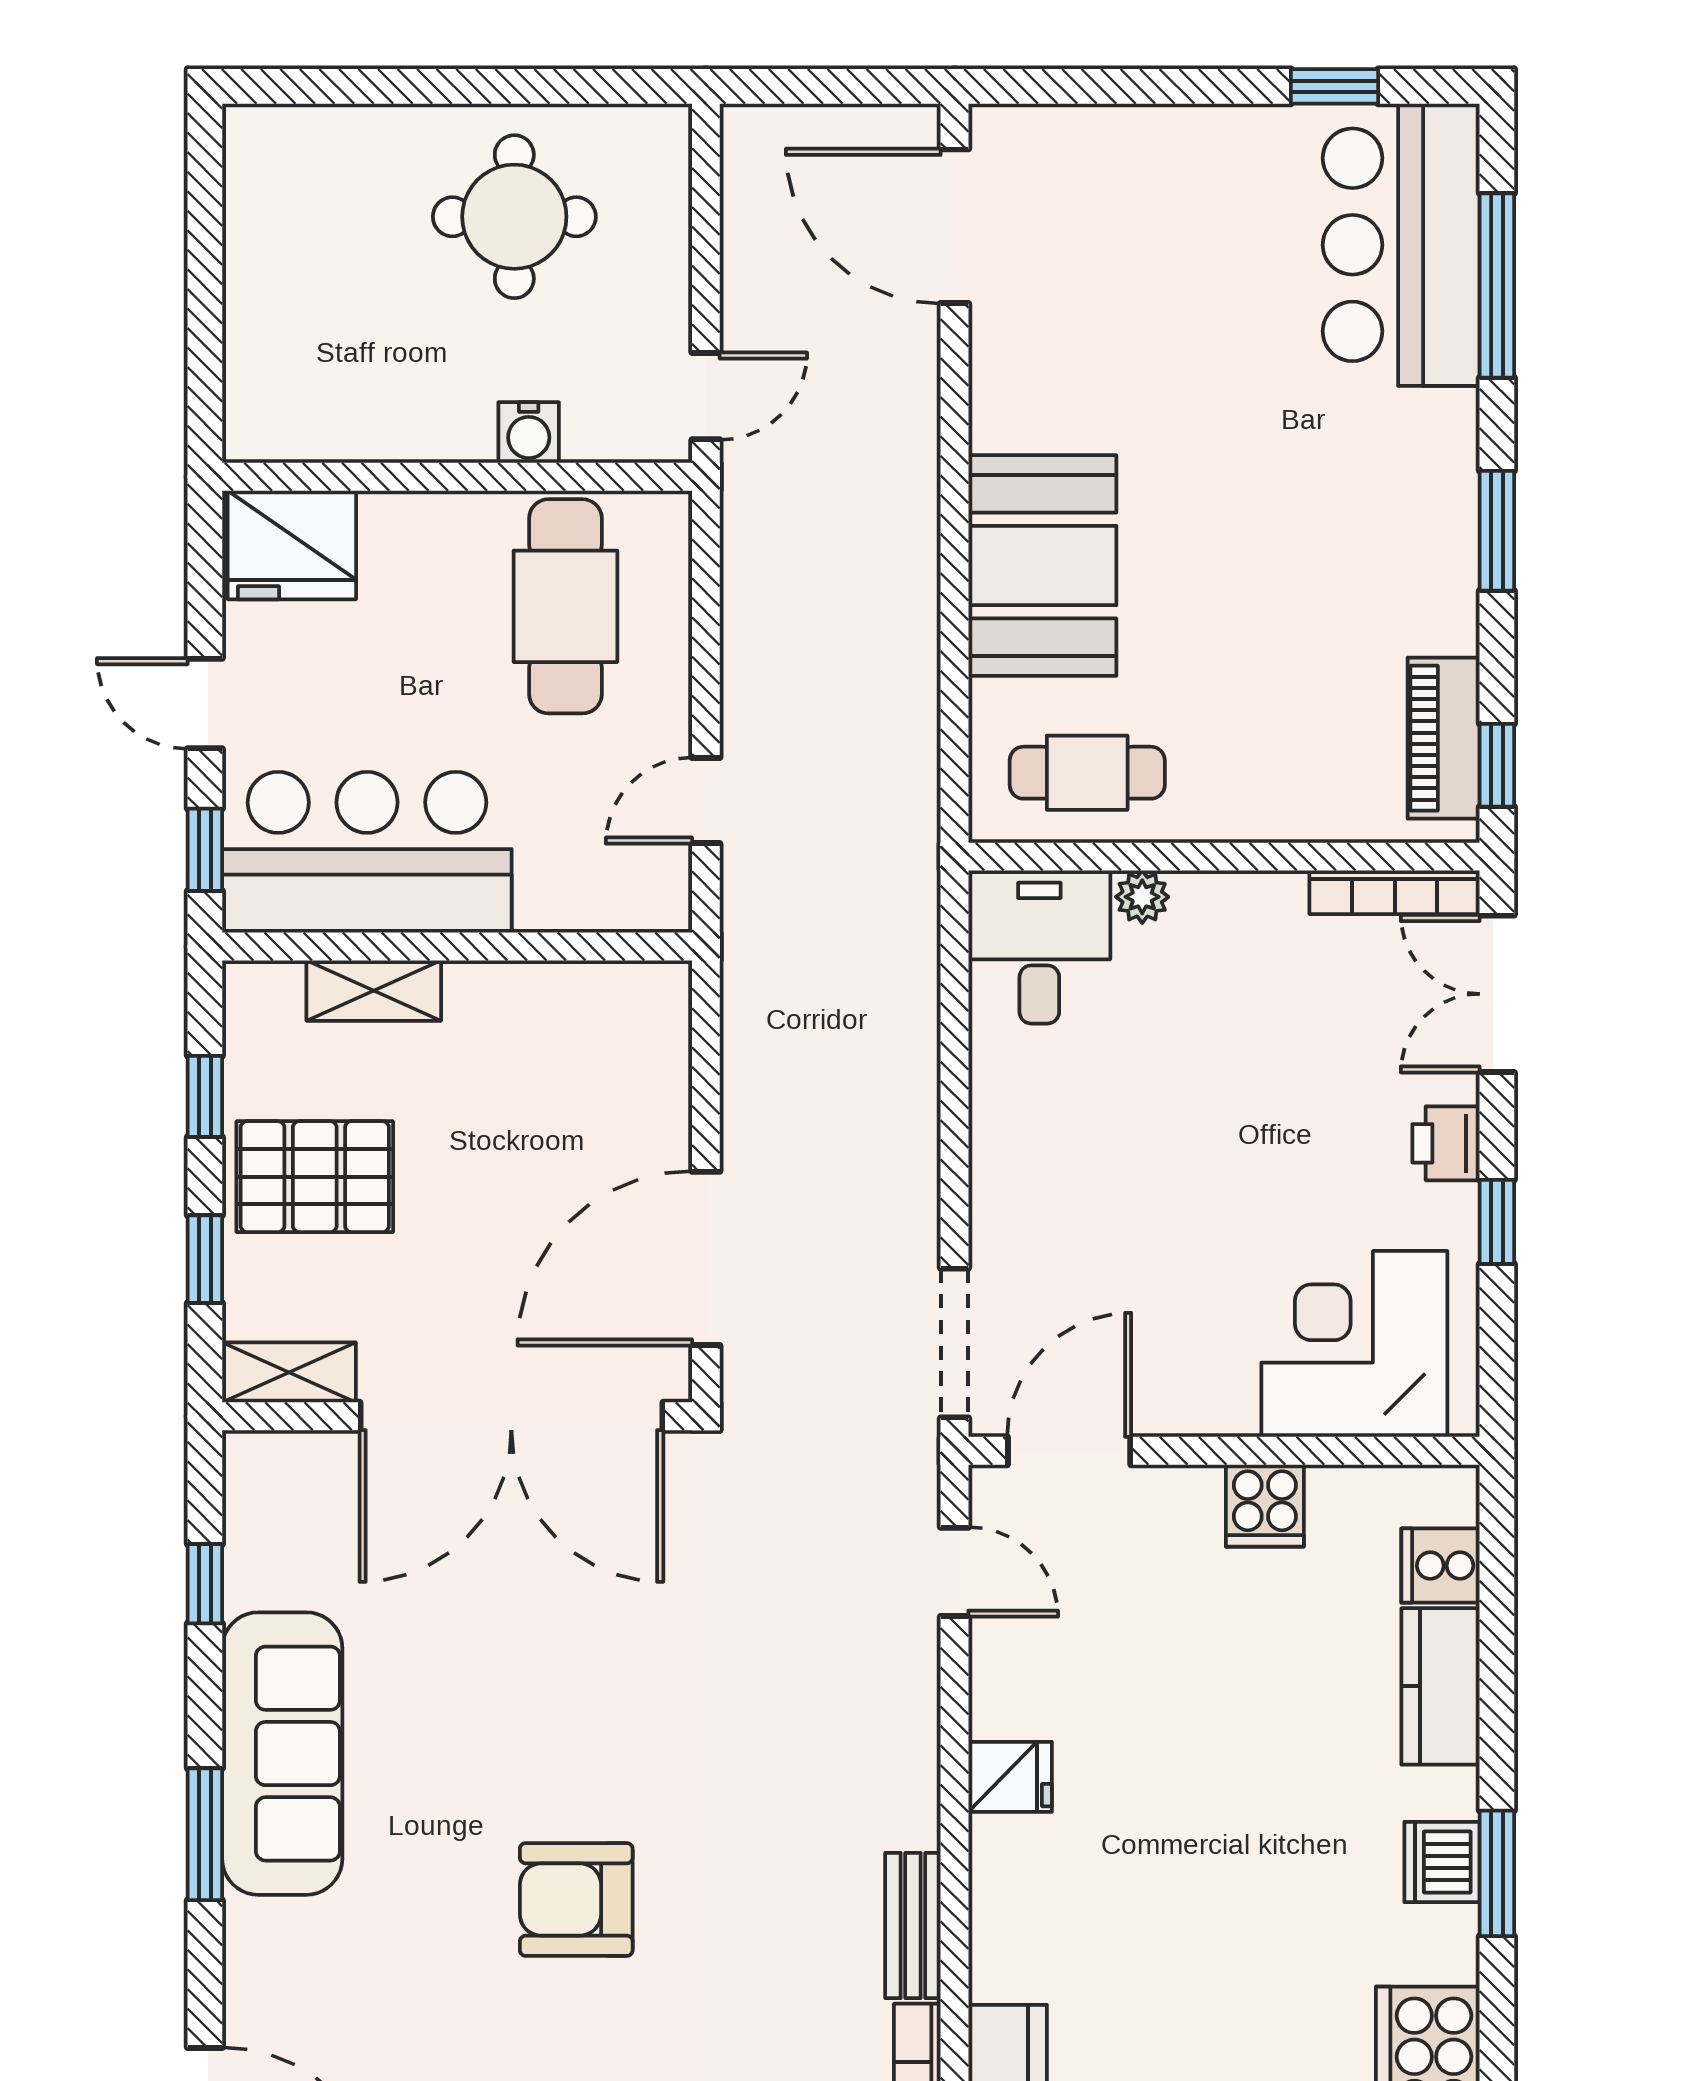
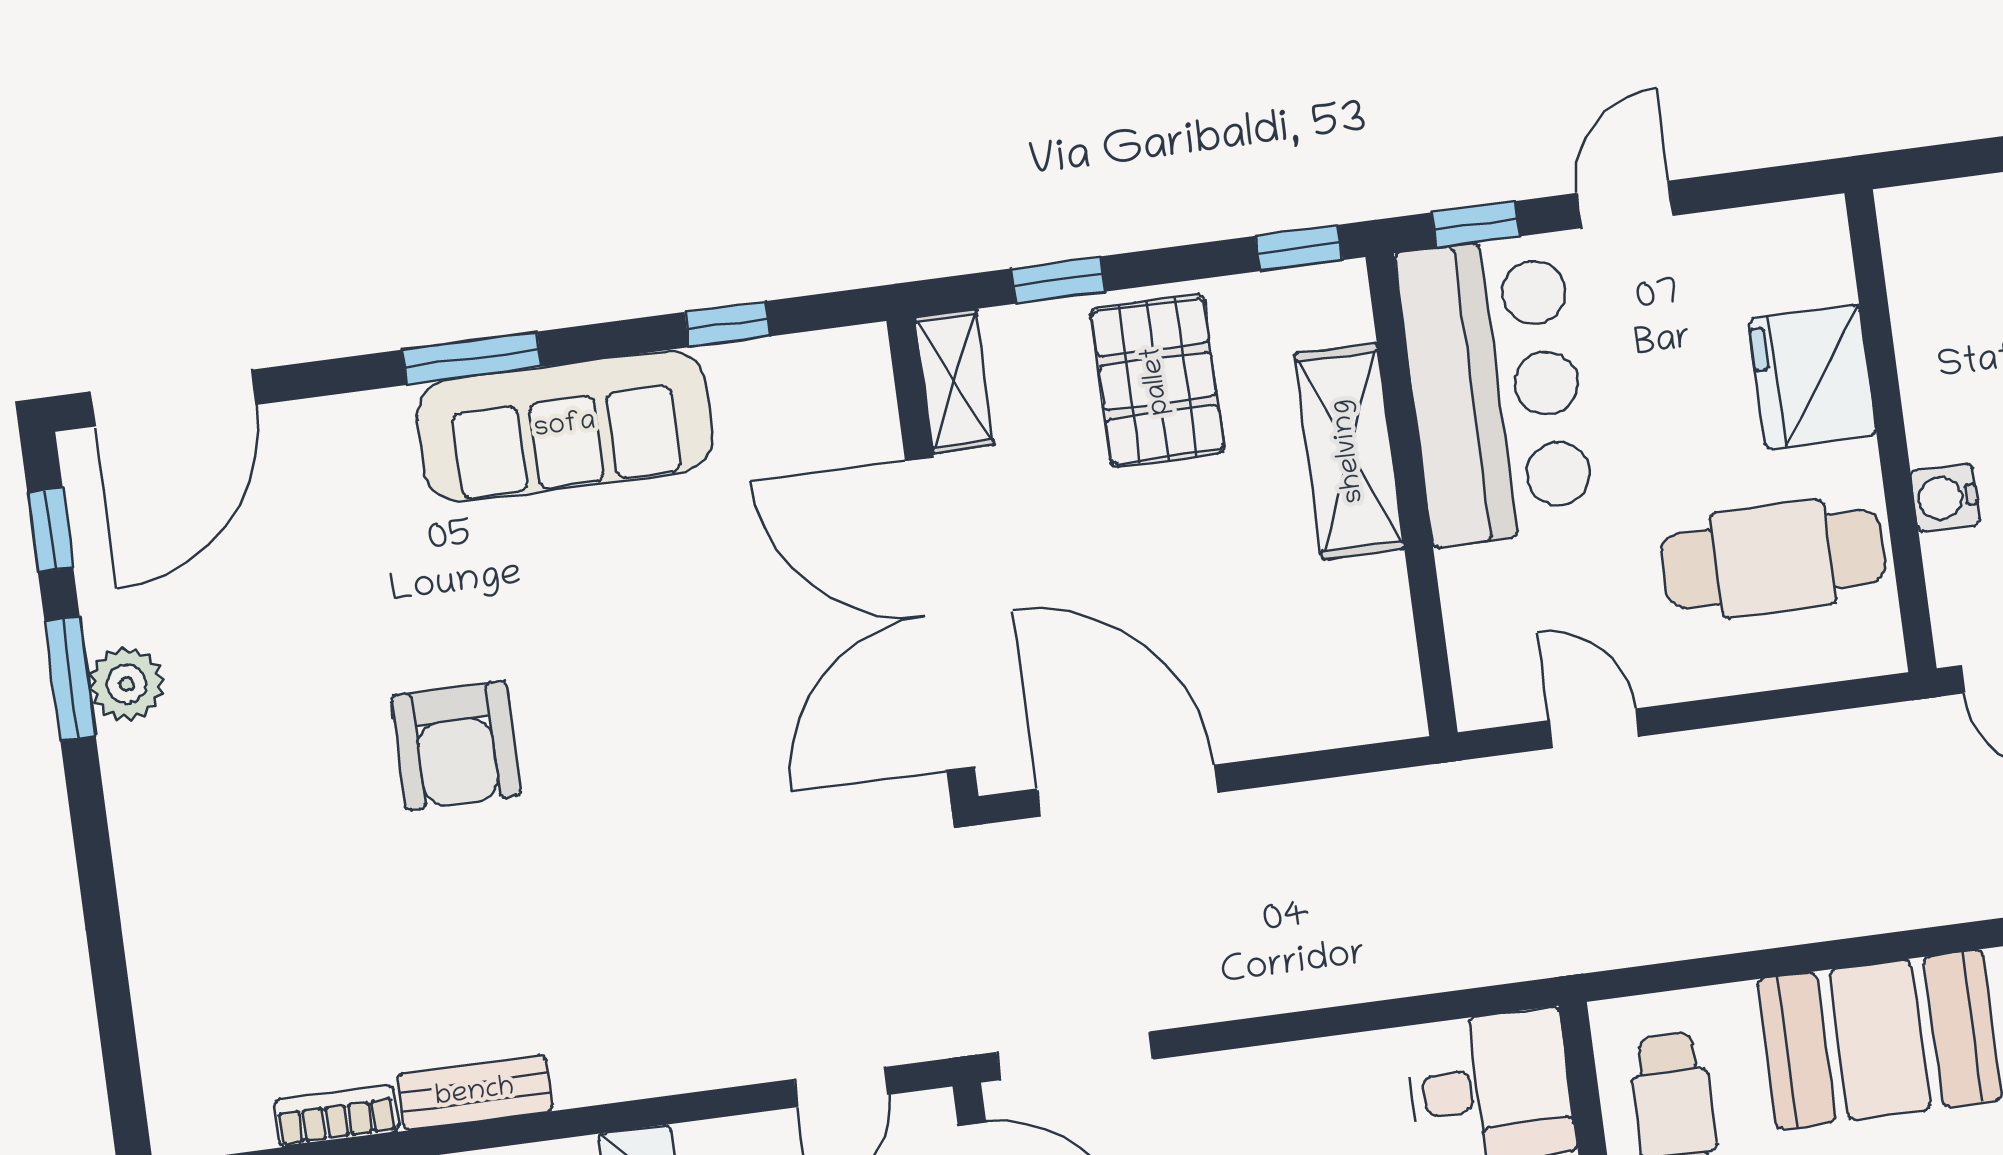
fridge: (292, 545) -> (1813, 377), moved
shelving: (374, 991) -> (1349, 451), width x1.50, depth x1.33
window: (205, 1096) -> (1299, 248), moved
armchair: (576, 1899) -> (456, 746), turned 180

